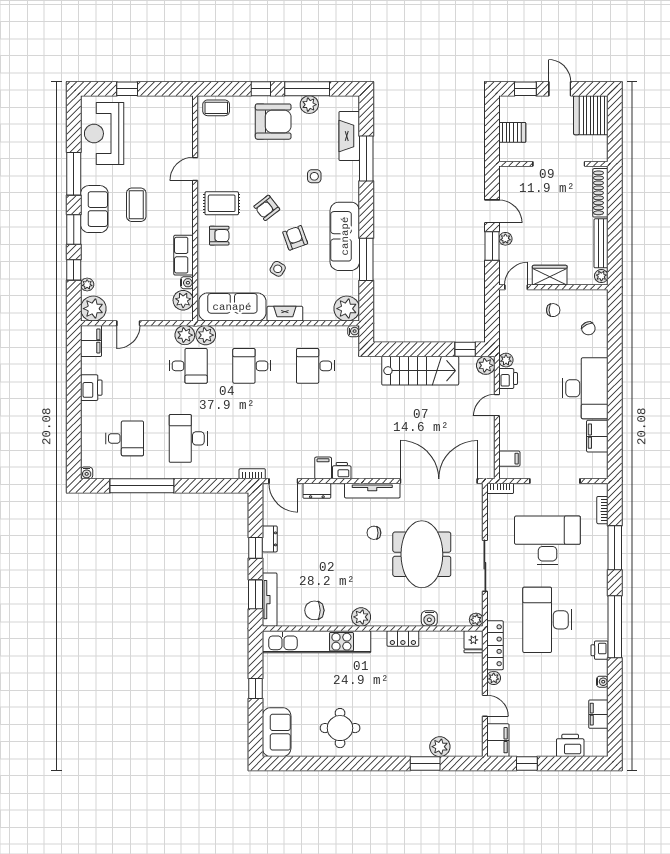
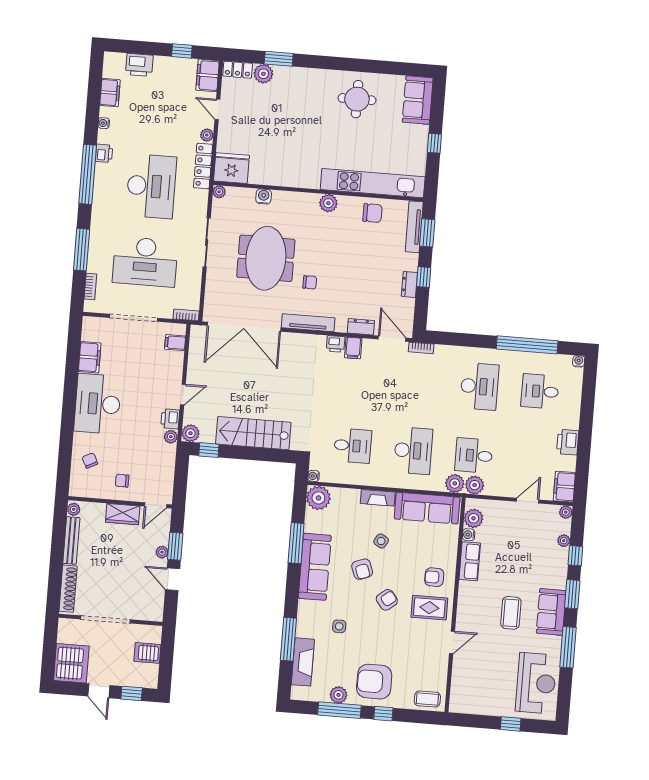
plant: (93, 309) -> (566, 512), width x0.53, depth x0.53
desk: (252, 366) -> (413, 451), width x1.37
locker: (403, 638) -> (238, 70), moved, turned 180
fridge: (473, 642) -> (231, 168), width x1.88, depth x1.34

